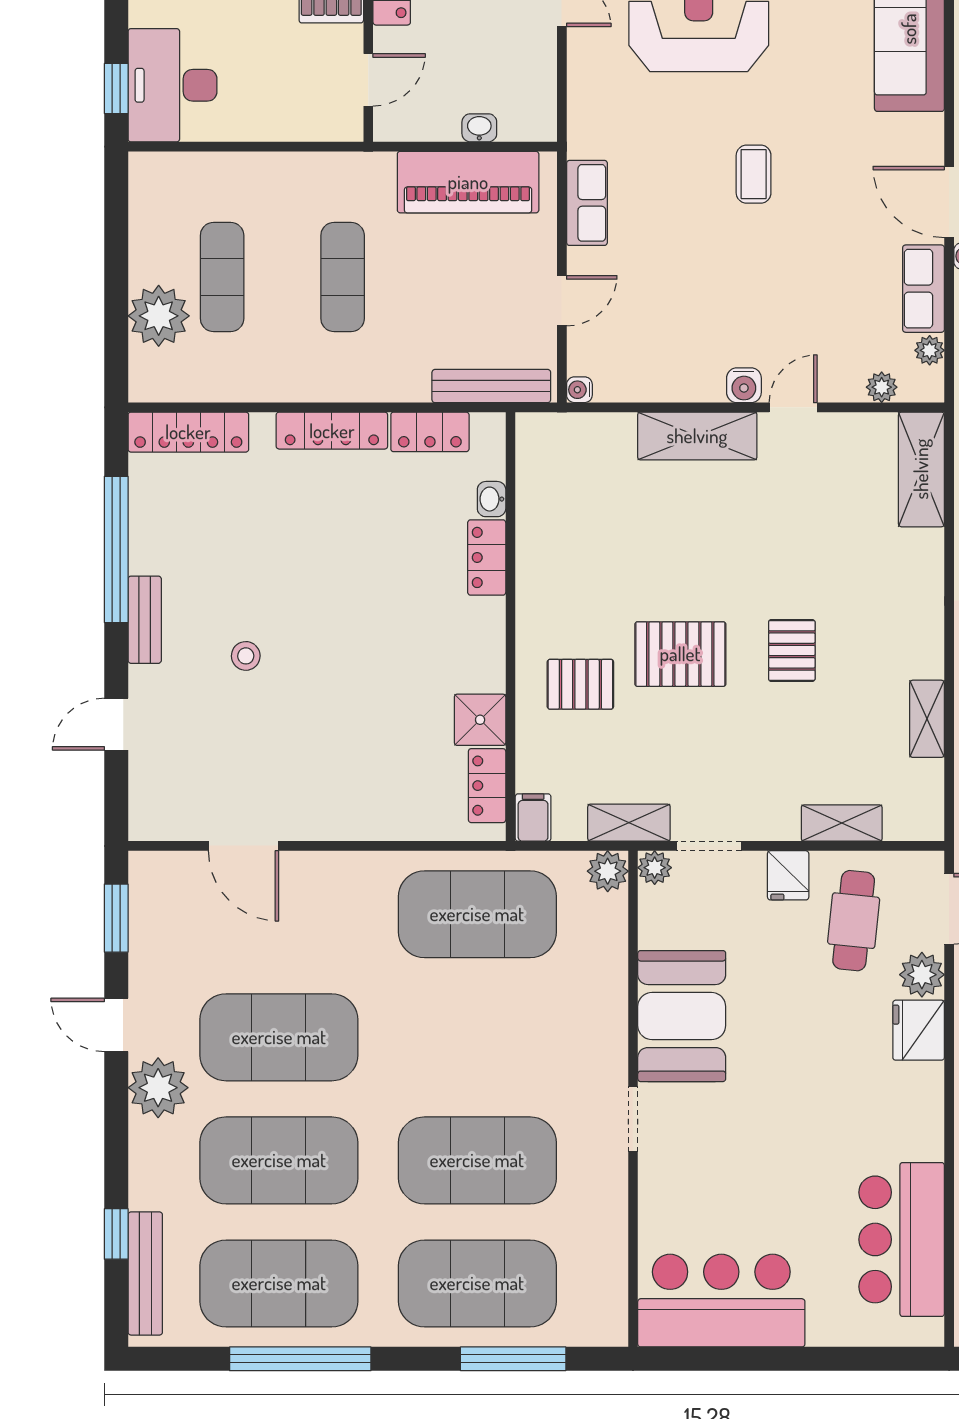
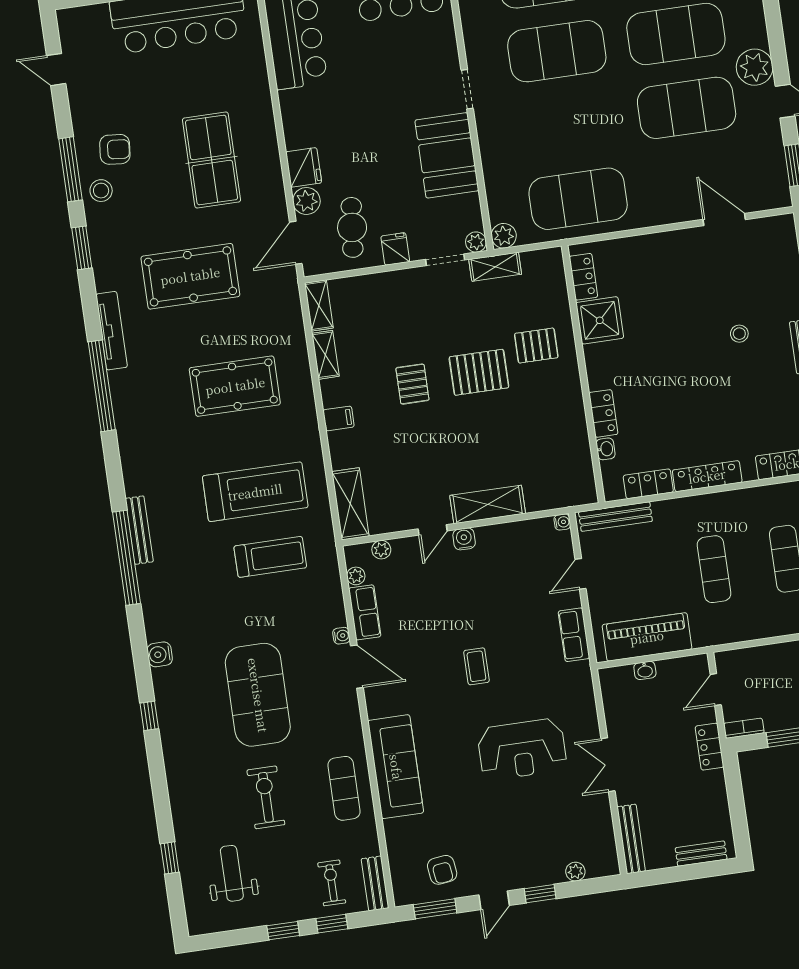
shower: (480, 720) -> (600, 320), width x1.36, depth x1.36
filing cabinet: (533, 818) -> (339, 418), moved, turned -90
shelving: (842, 823) -> (319, 306), moved, turned 90

